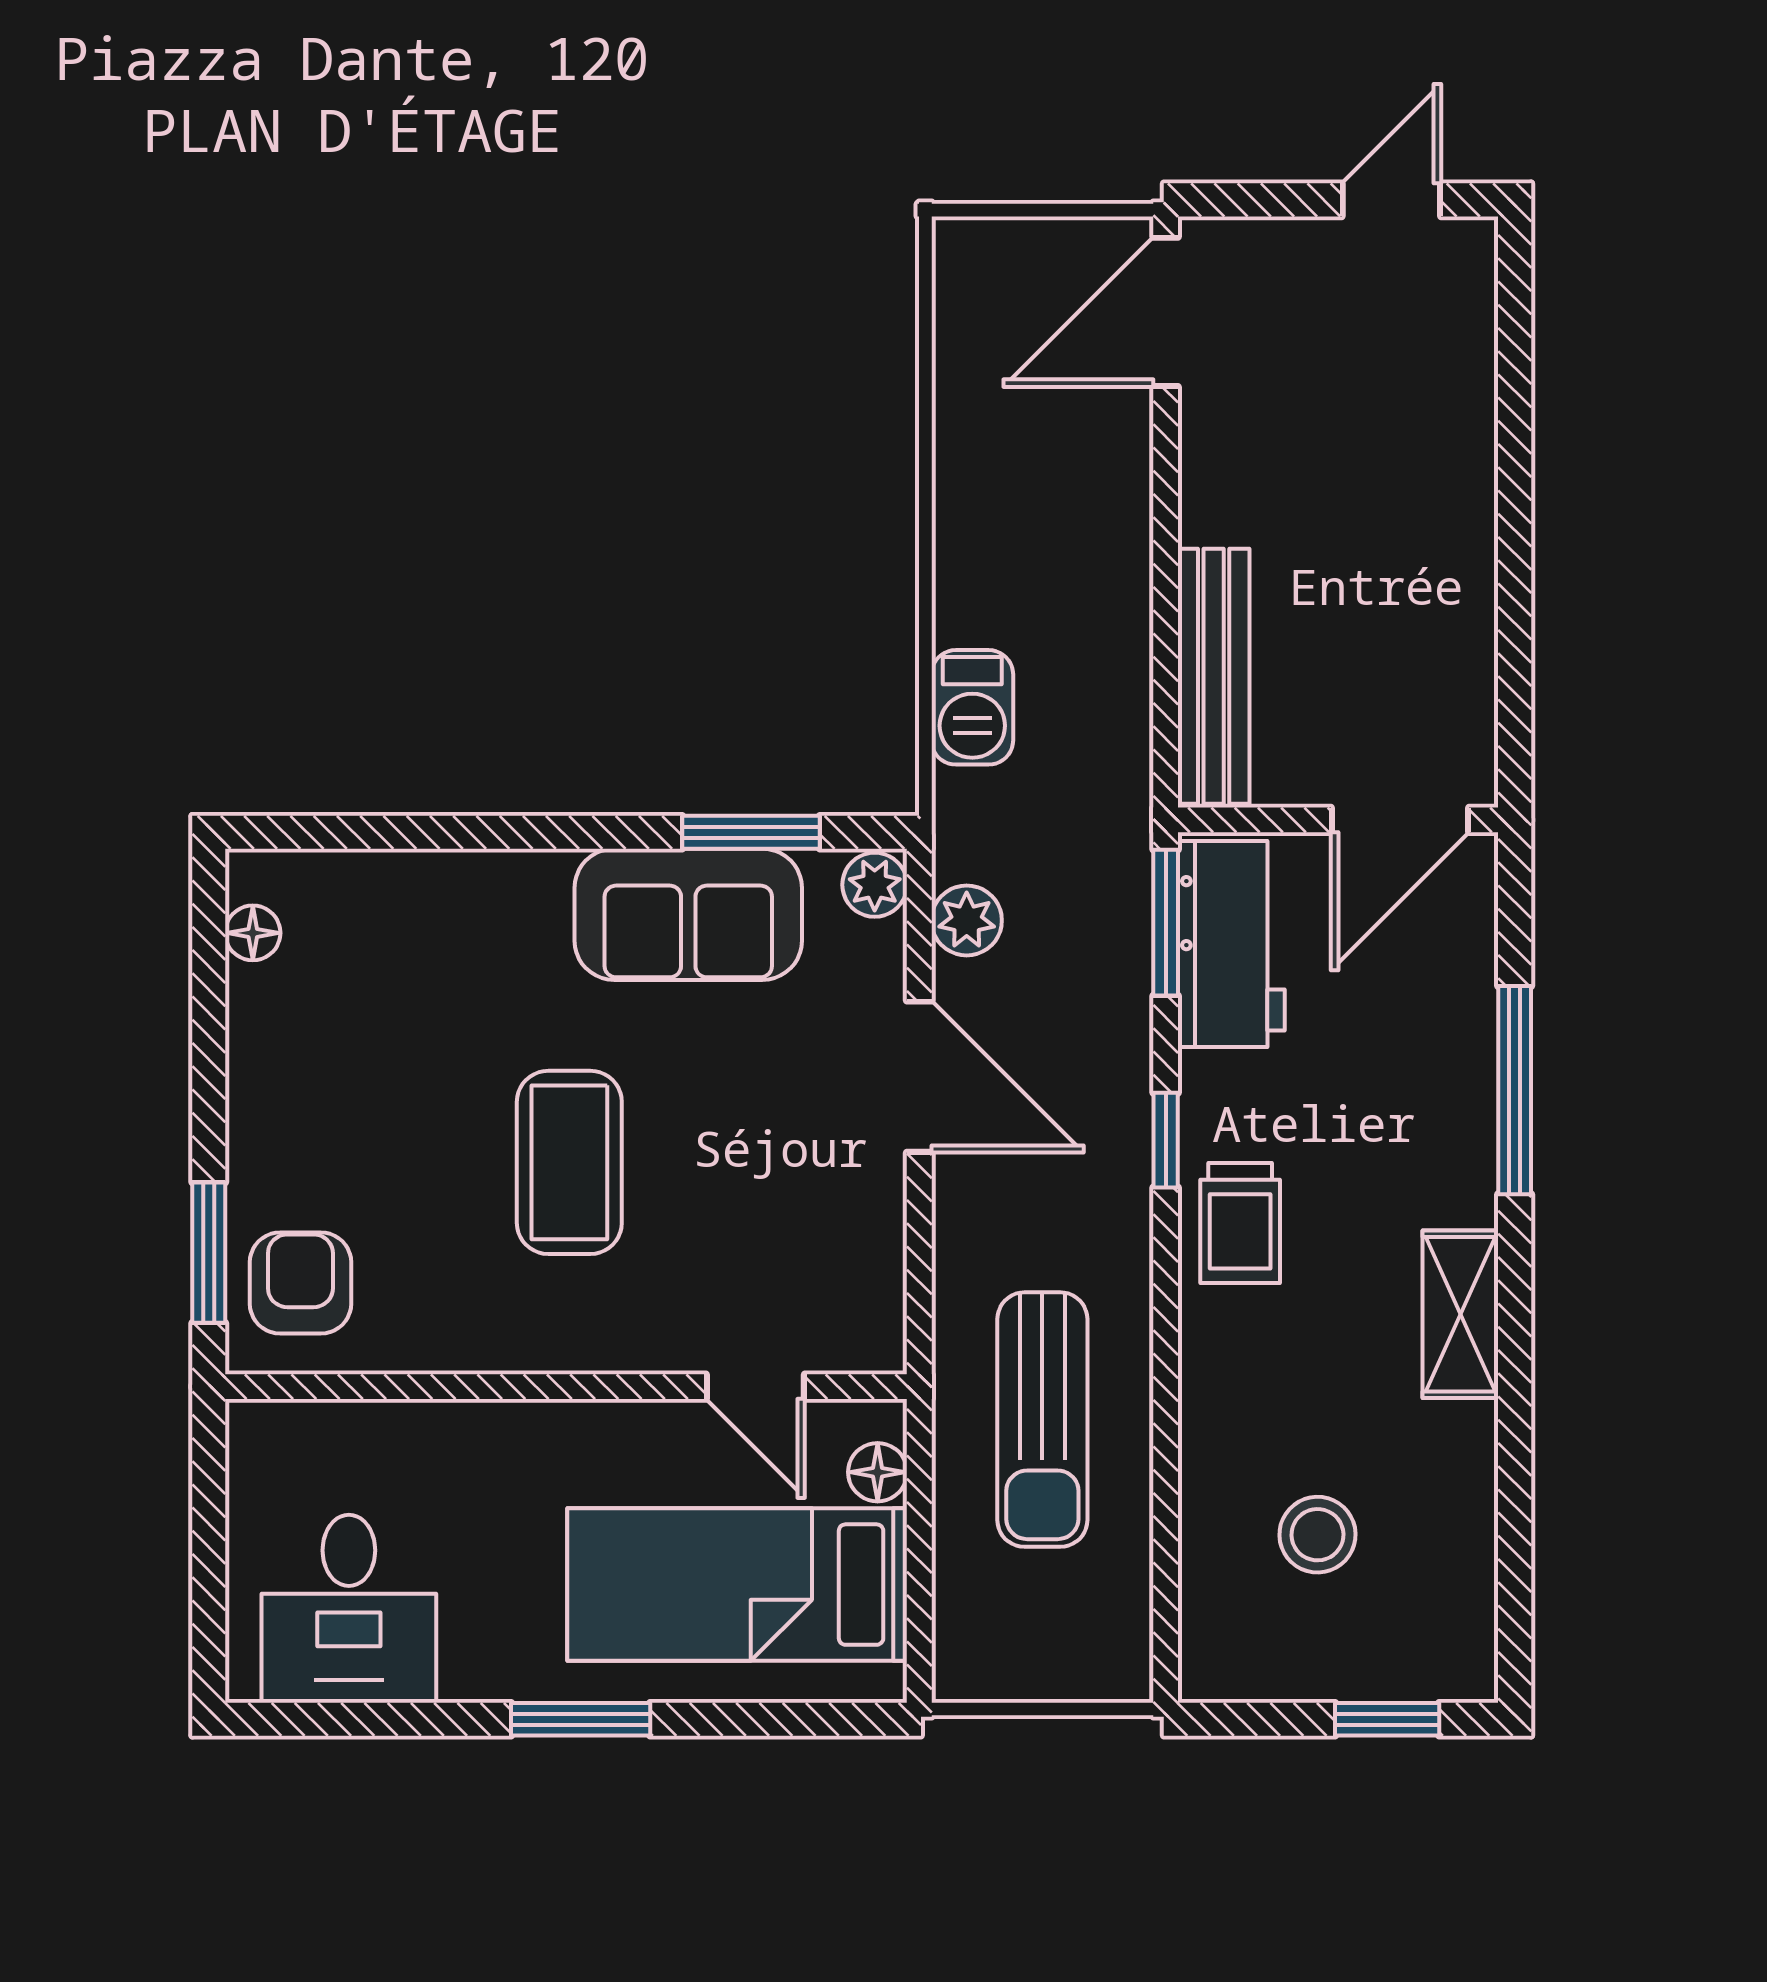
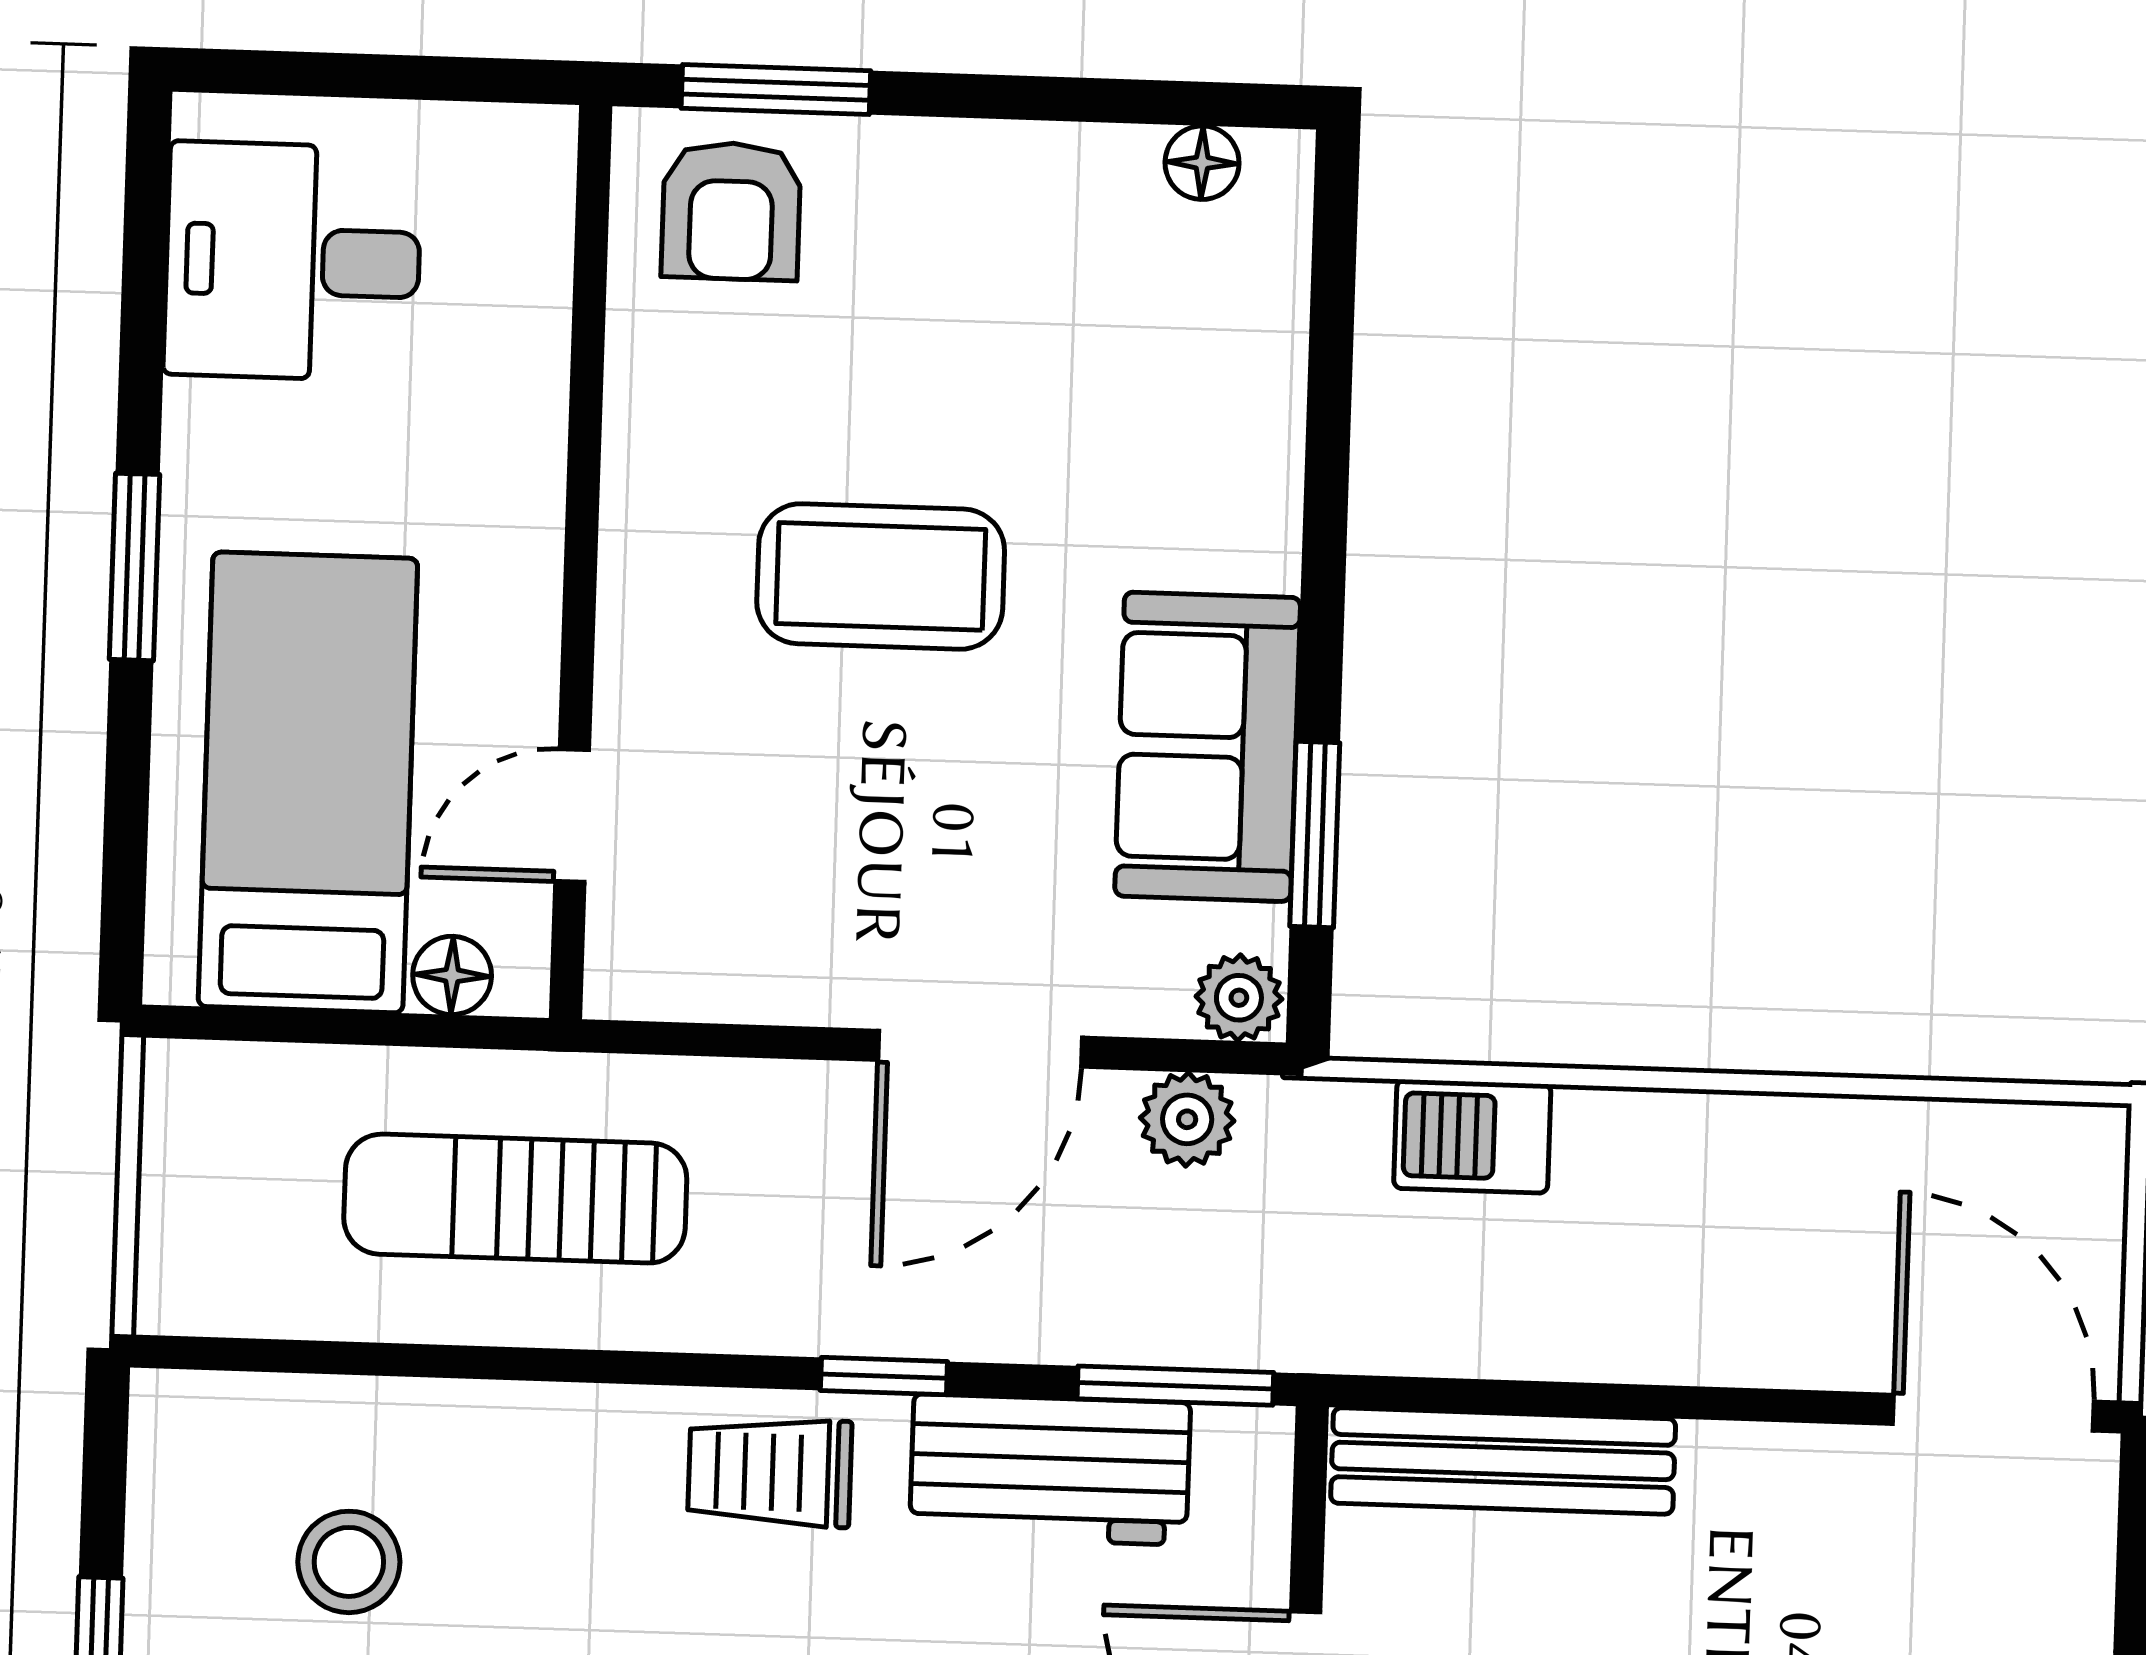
workbench: (1231, 944) -> (1050, 1469), moved
armchair: (300, 1283) -> (731, 211), turned 90

